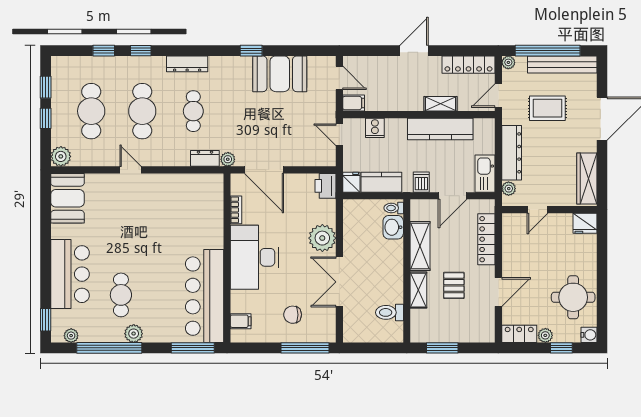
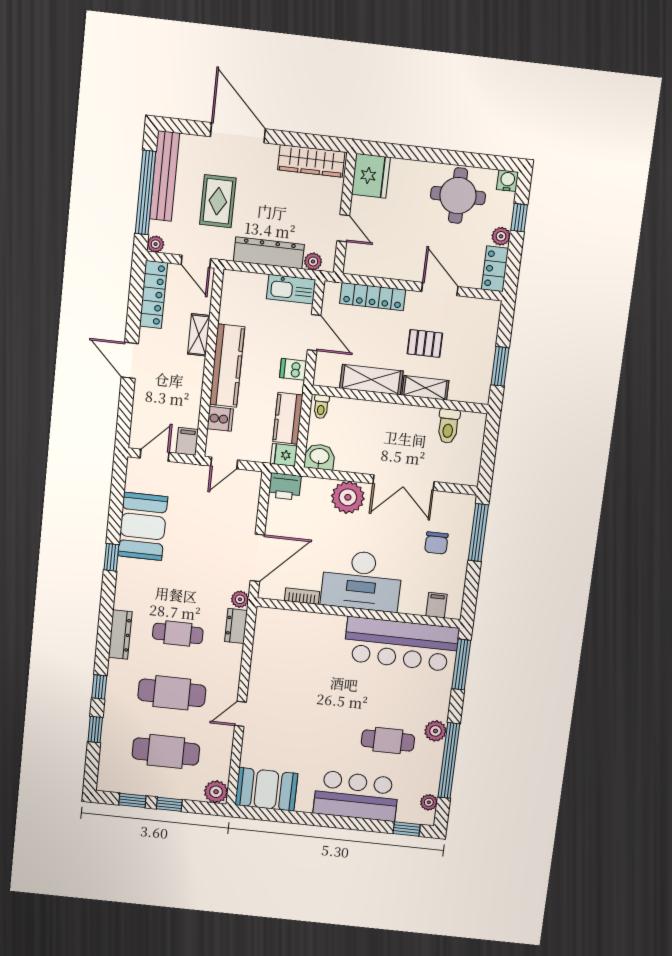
kitchen counter: (440, 129) -> (227, 366), moved
fridge: (585, 223) -> (371, 176), width x1.36, depth x1.34
washbasin: (393, 227) -> (319, 457), moved, turned 180

